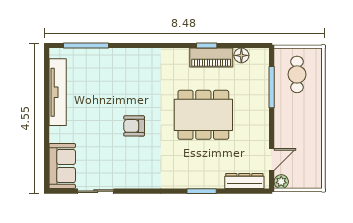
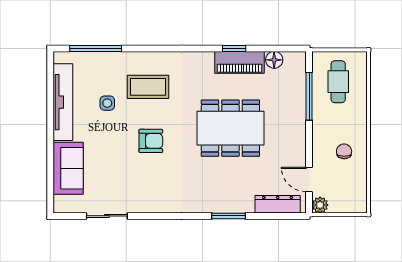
coffee table: (132, 79) -> (148, 87), added
side table: (96, 93) -> (107, 103), added
armchair: (134, 126) -> (151, 141), turned 180
chair: (302, 135) -> (344, 151), added
door: (272, 159) -> (309, 179), swing flipped
sofa: (62, 166) -> (68, 168), moved

